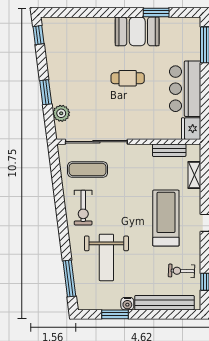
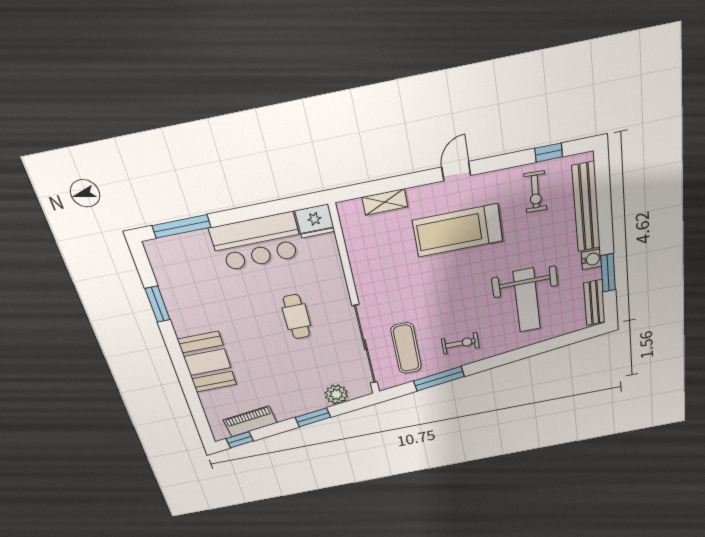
booth: (137, 31) -> (207, 362), moved
piano: (52, 47) -> (250, 421), added
cafe table: (128, 78) -> (296, 317), moved
bench: (169, 150) -> (594, 303), moved
exercise bike: (83, 208) -> (460, 343), width x0.73, depth x0.72
weight bench: (106, 257) -> (527, 300), turned 90
window: (69, 278) -> (439, 379), moved

